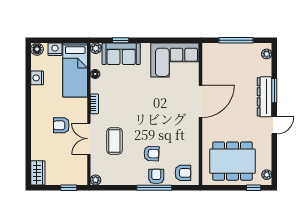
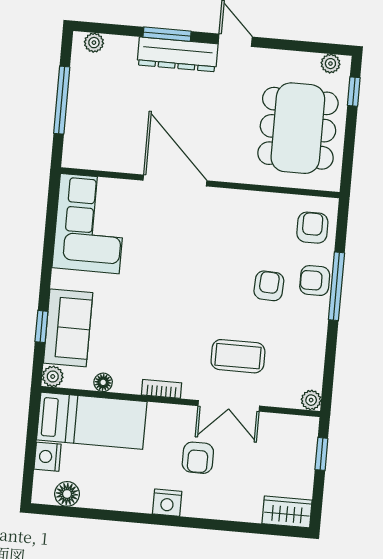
floor lamp: (37, 49) -> (67, 494), moved
nightstand: (37, 78) -> (167, 503), moved

